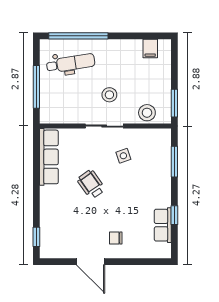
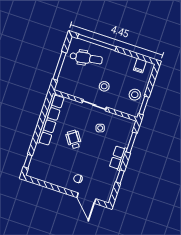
stool: (147, 113) -> (135, 95), moved
row of seats: (49, 157) -> (50, 120), width x1.36
row of seats: (163, 225) -> (118, 158), moved
door: (91, 262) -> (86, 198), moved

